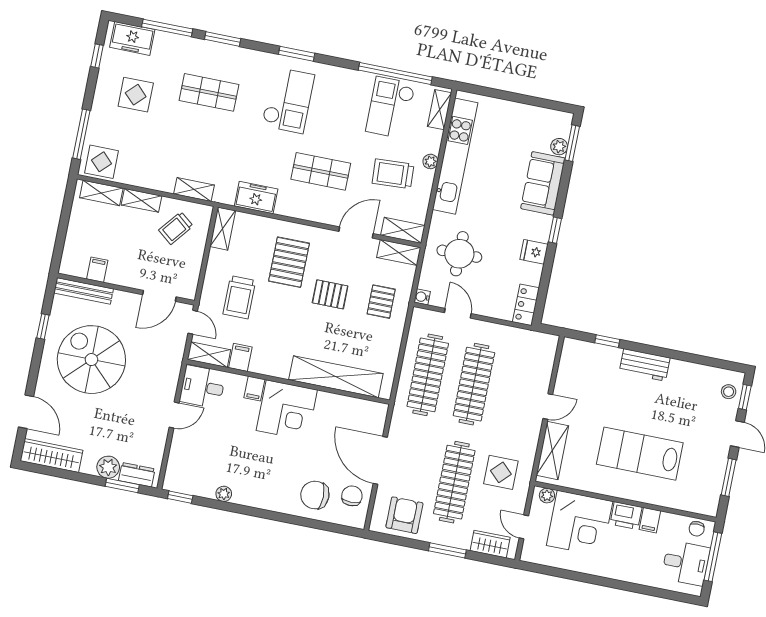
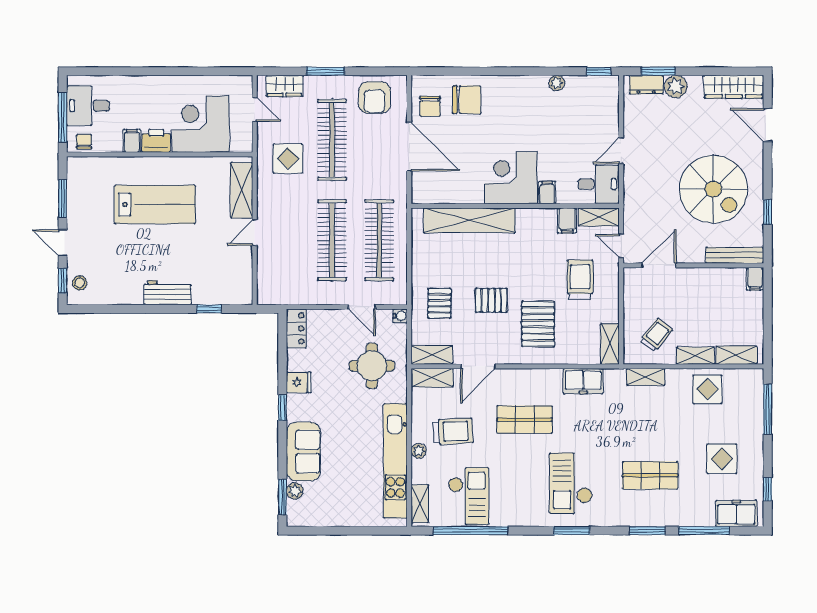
display table: (102, 162) -> (707, 389), moved
filing cabinet: (97, 270) -> (755, 279), moved
plant: (547, 496) -> (238, 145), removed

